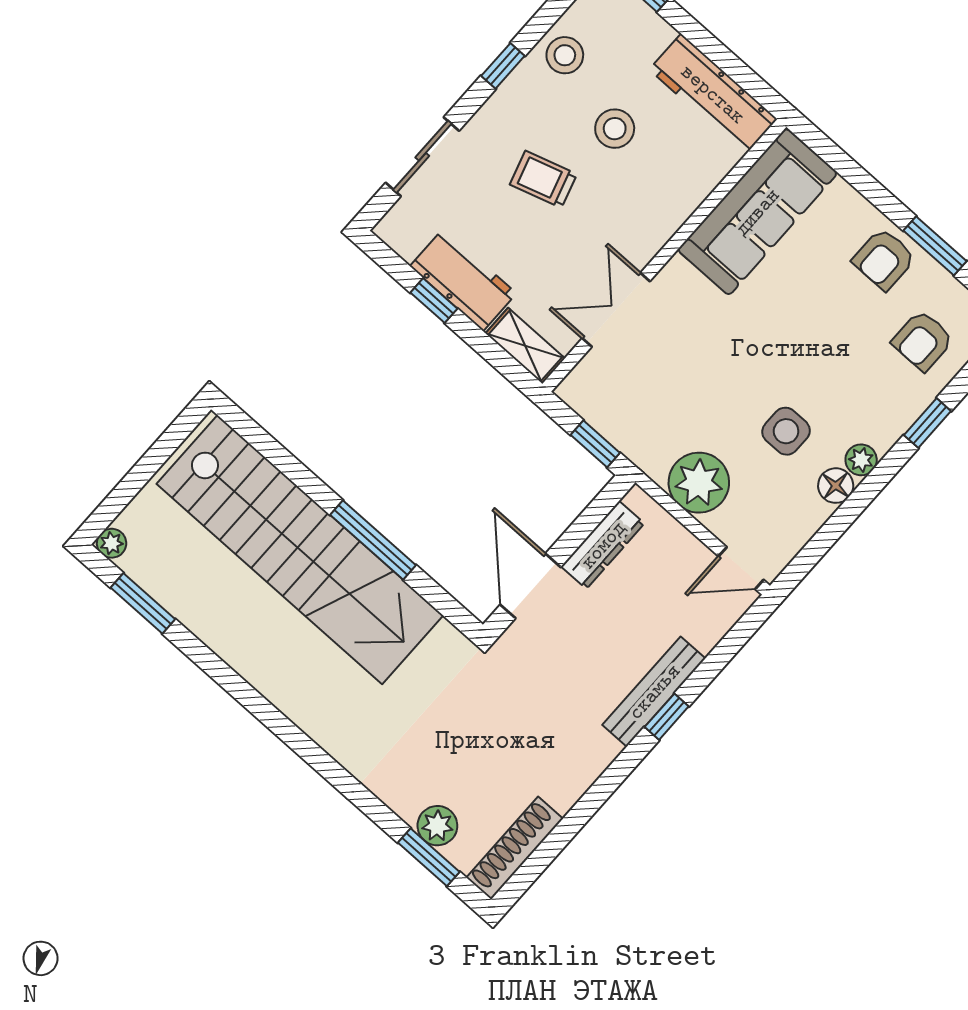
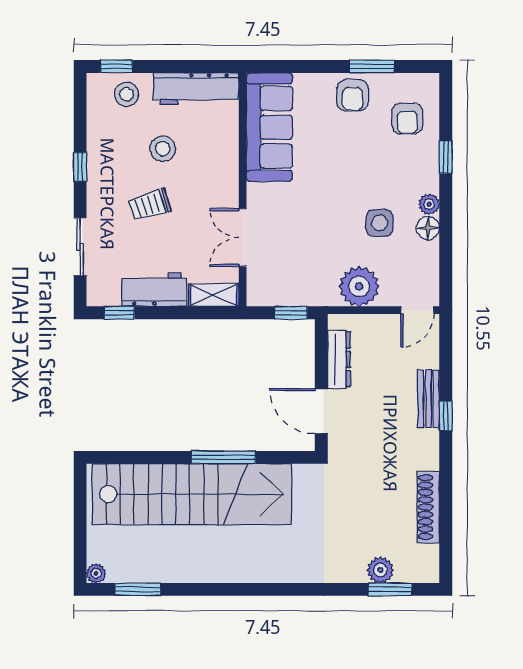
stool: (565, 55) -> (127, 94), moved
window: (434, 301) -> (119, 313), moved
bench: (654, 692) -> (428, 399), width x0.73
shoe rack: (515, 848) -> (428, 507), moved

